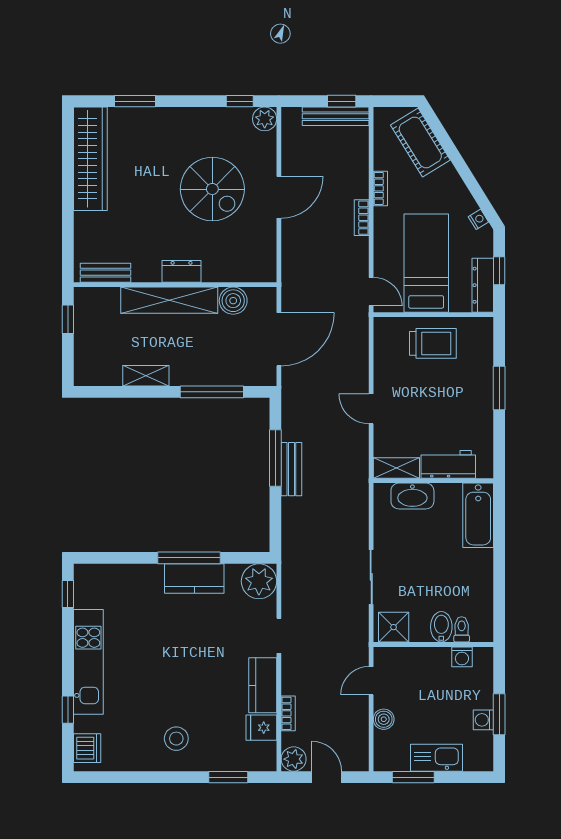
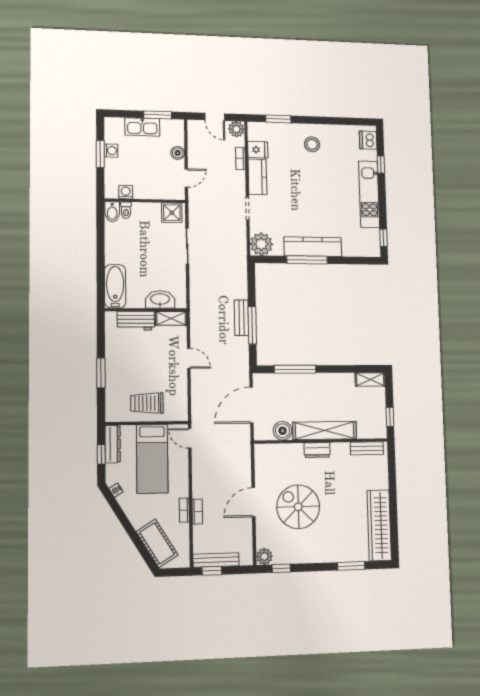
bookcase: (362, 218) -> (197, 512), moved
shelving: (146, 376) -> (370, 379), moved
kitchen counter: (194, 579) -> (313, 247), width x1.50
bidet: (441, 627) -> (112, 212), moved

